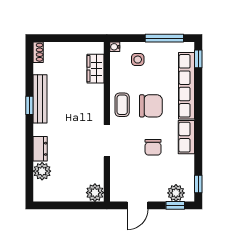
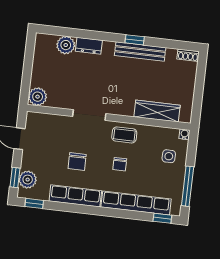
wardrobe: (95, 69) -> (157, 111), width x1.50
chair: (151, 106) -> (120, 164), width x0.54, depth x0.54
row of seats: (186, 137) -> (75, 196), width x1.48
chair: (153, 147) -> (77, 161), turned -90

